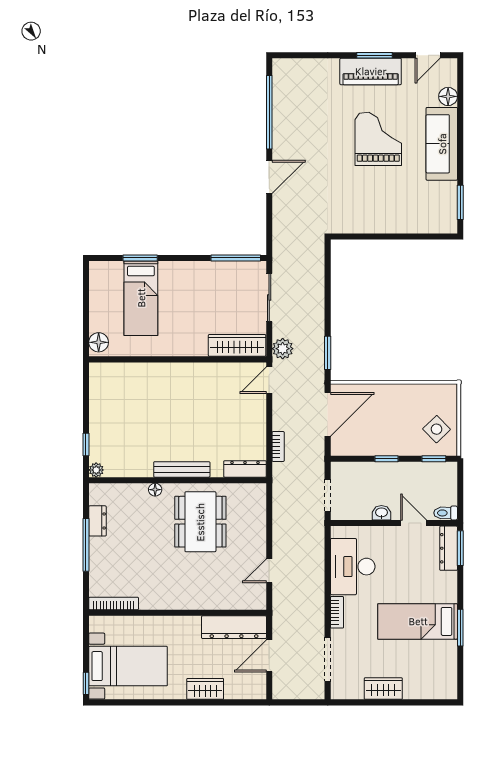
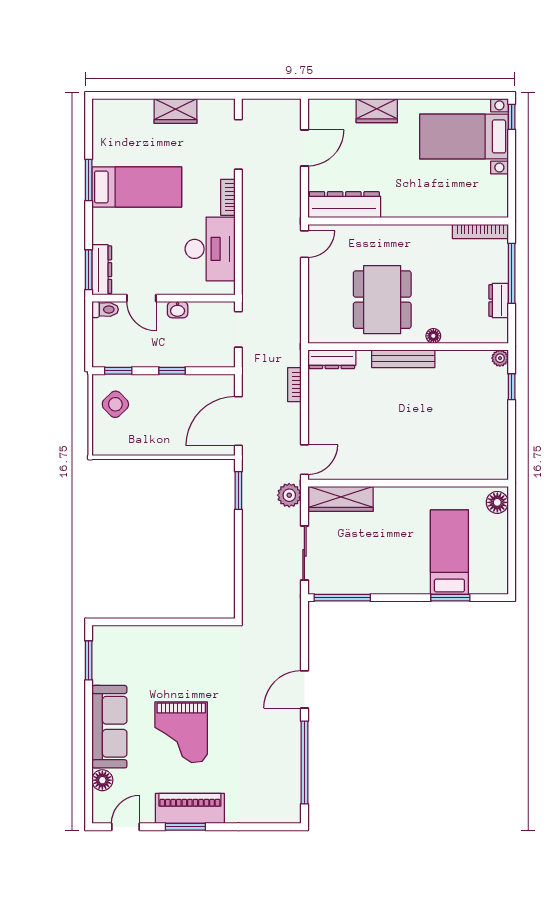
bookcase: (114, 603) -> (480, 231), moved
wall: (178, 613) -> (408, 221), moved
dresser: (234, 627) -> (344, 205), moved

